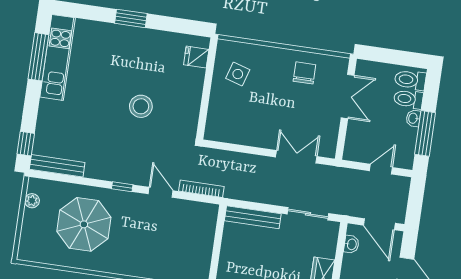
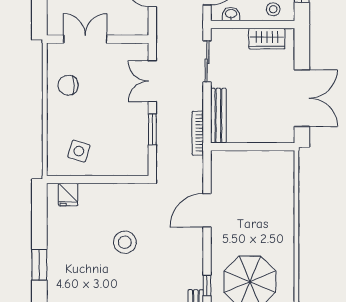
window: (249, 150) -> (152, 129), added
window: (122, 187) -> (207, 285), moved
bookcase: (201, 189) -> (198, 133), moved
door: (161, 192) -> (207, 210), width x1.38

